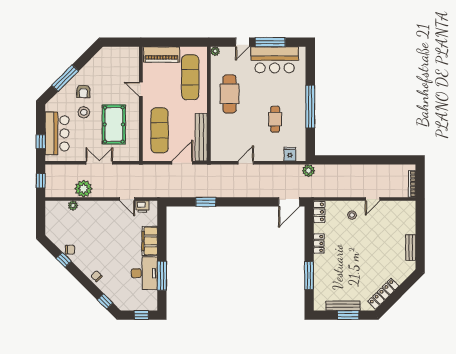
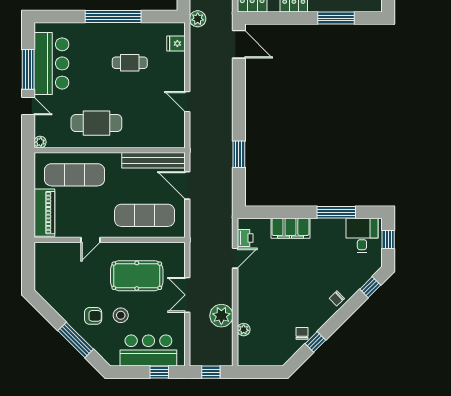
desk: (144, 273) -> (362, 235), moved, width x0.73

